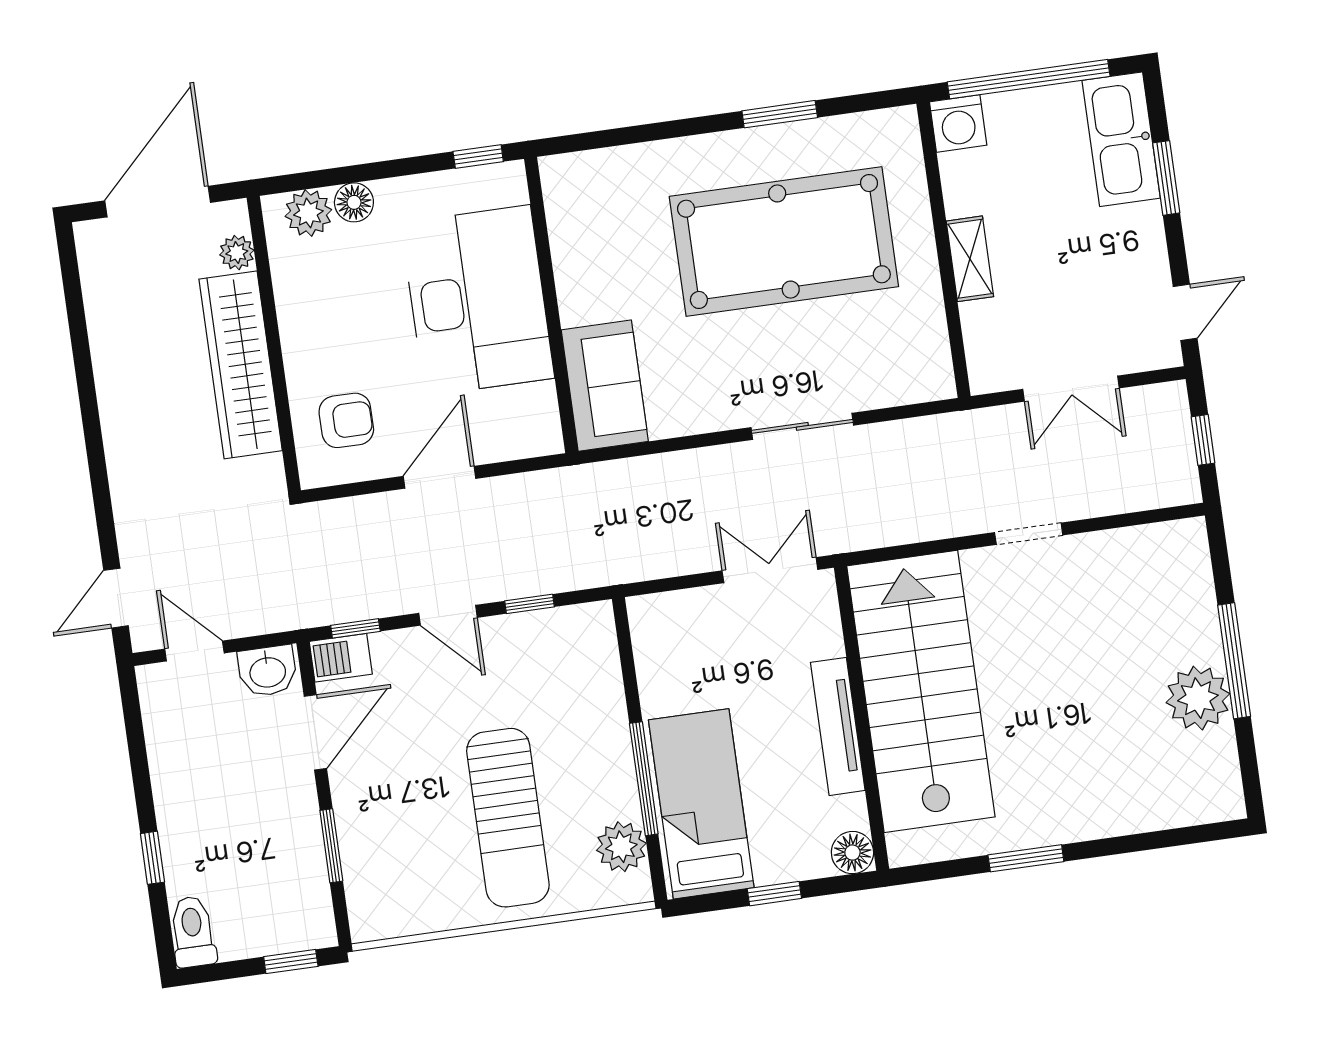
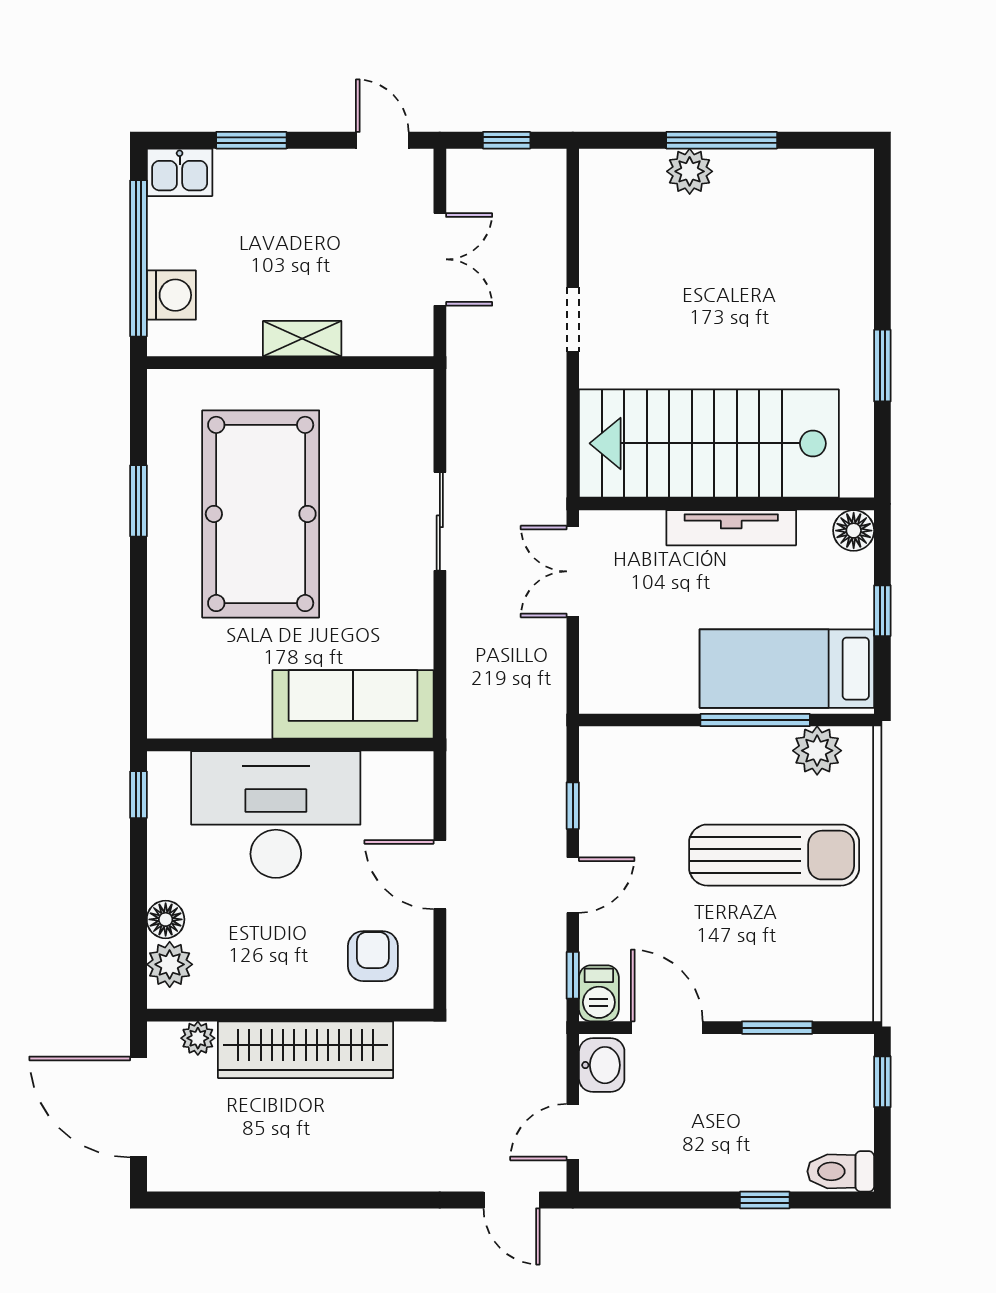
washing machine: (958, 124) -> (171, 295), moved
kitchen sink: (1121, 139) -> (180, 172), width x0.53, depth x0.81
sofa: (605, 386) -> (353, 704), width x1.36
plant: (1198, 698) -> (690, 171), moved, width x0.73, depth x0.73

